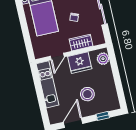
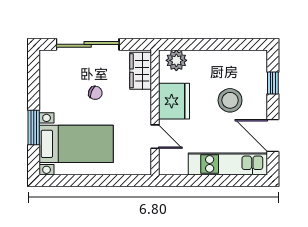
wardrobe: (81, 43) -> (141, 71), moved
kitchen unit: (47, 84) -> (228, 164), moved

